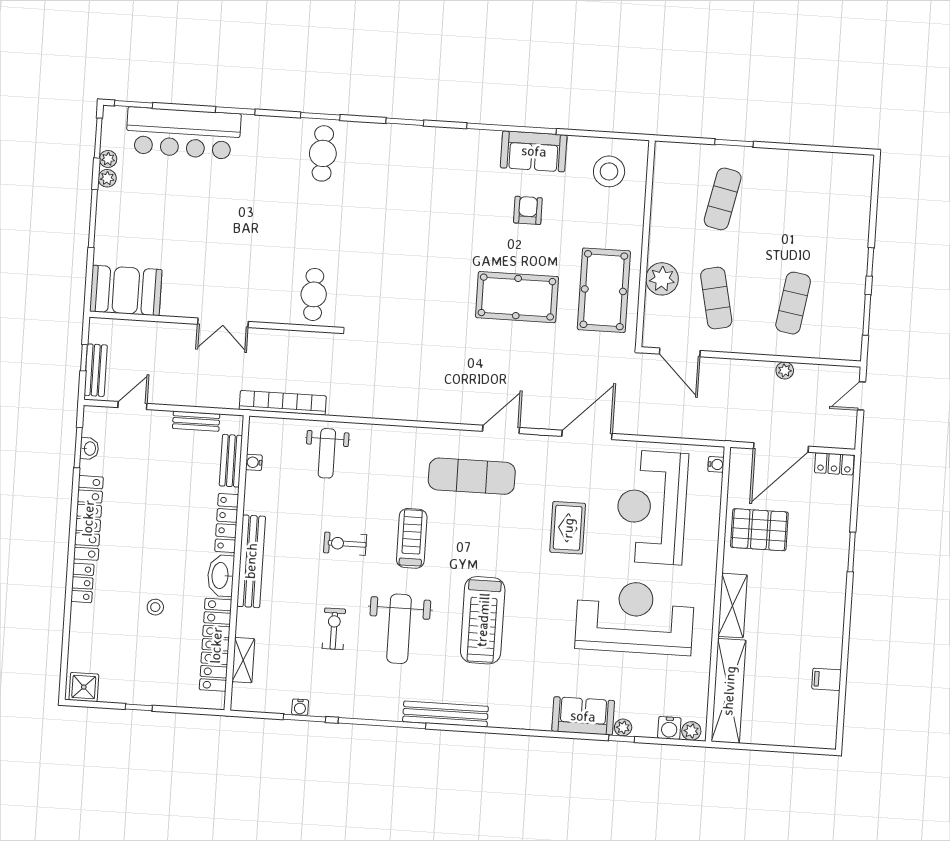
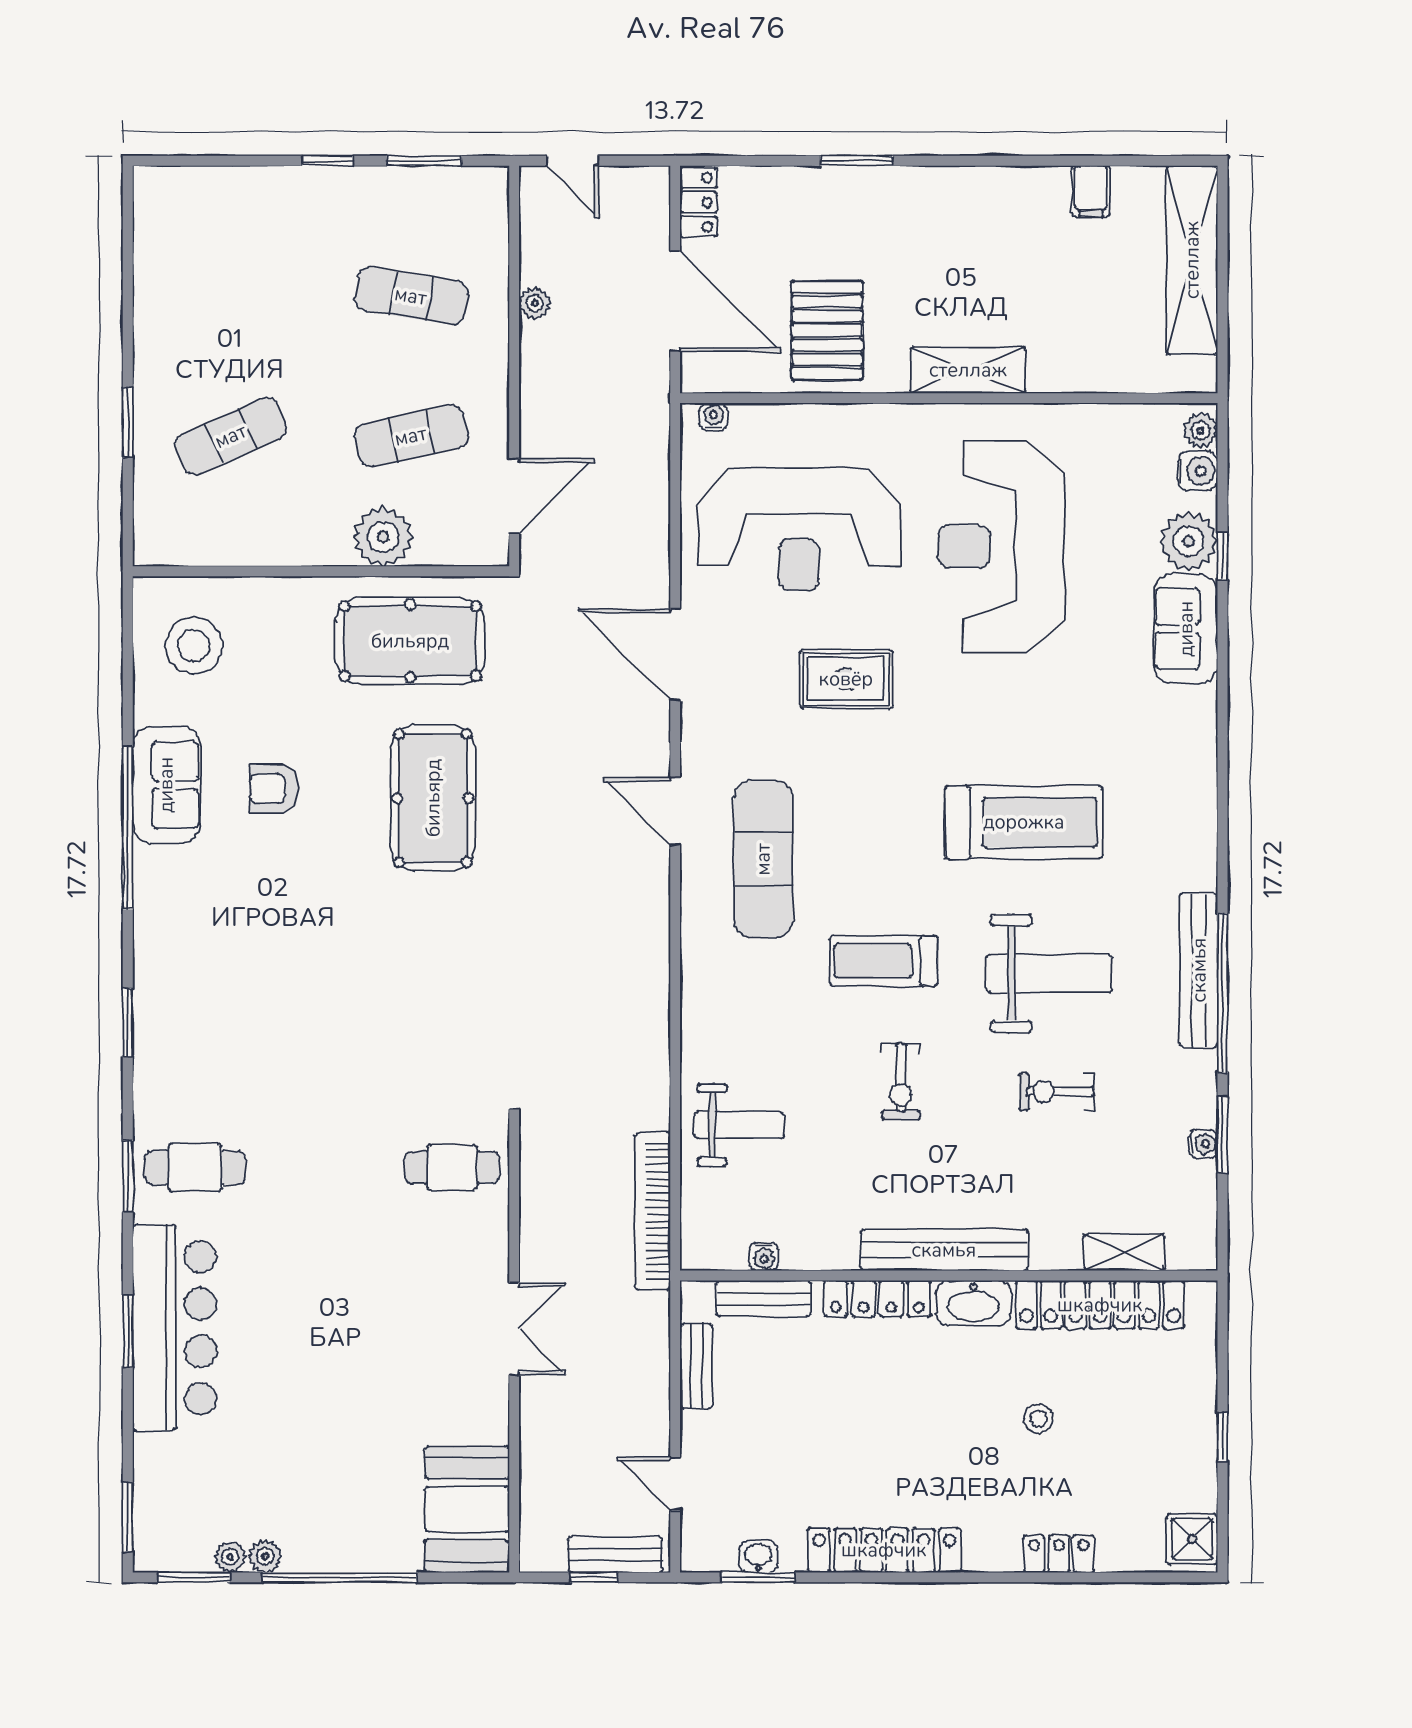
bar counter: (183, 133) -> (175, 1328), moved
exercise mat: (723, 199) -> (231, 436), turned -36
window: (93, 218) -> (340, 1577), width x1.46
locker: (82, 583) -> (1059, 1554), moved
shelving: (729, 691) -> (1192, 260), moved, turned 90
bench: (445, 714) -> (1199, 970), moved
plant: (623, 727) -> (1189, 541), width x1.88, depth x1.88

